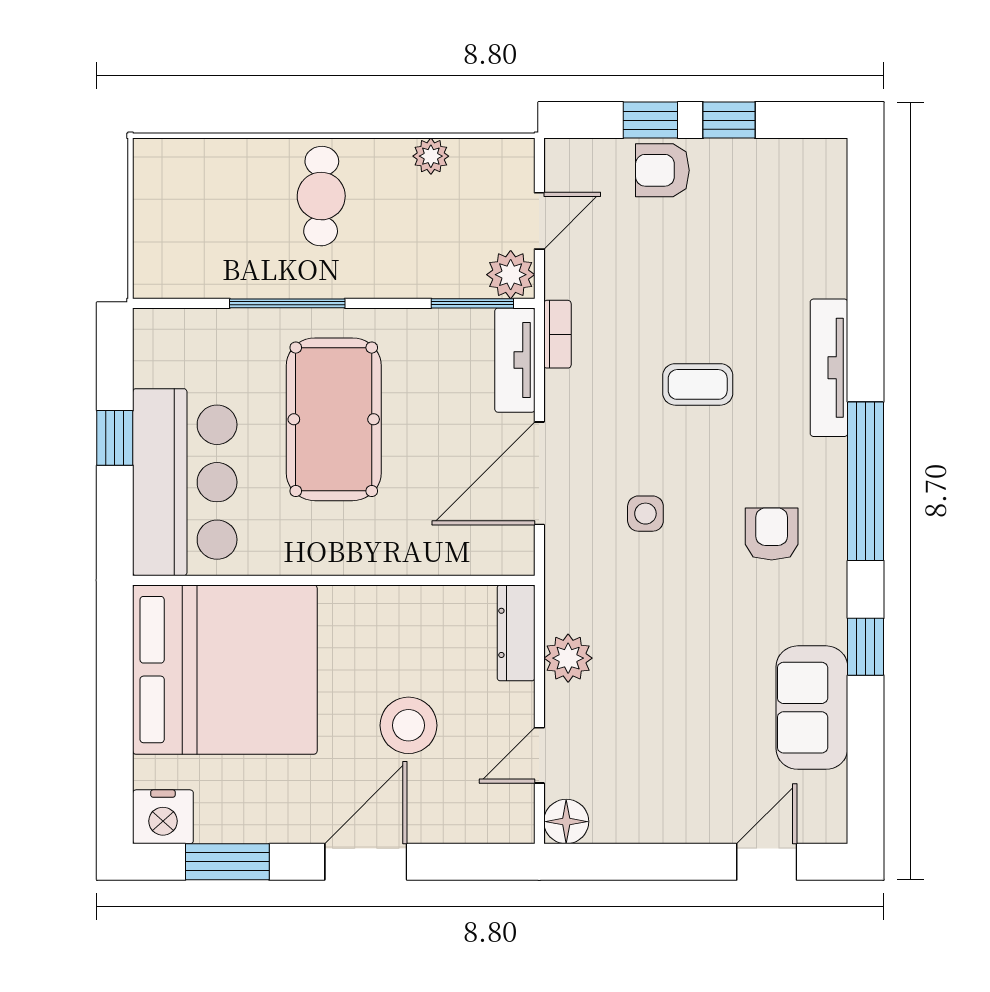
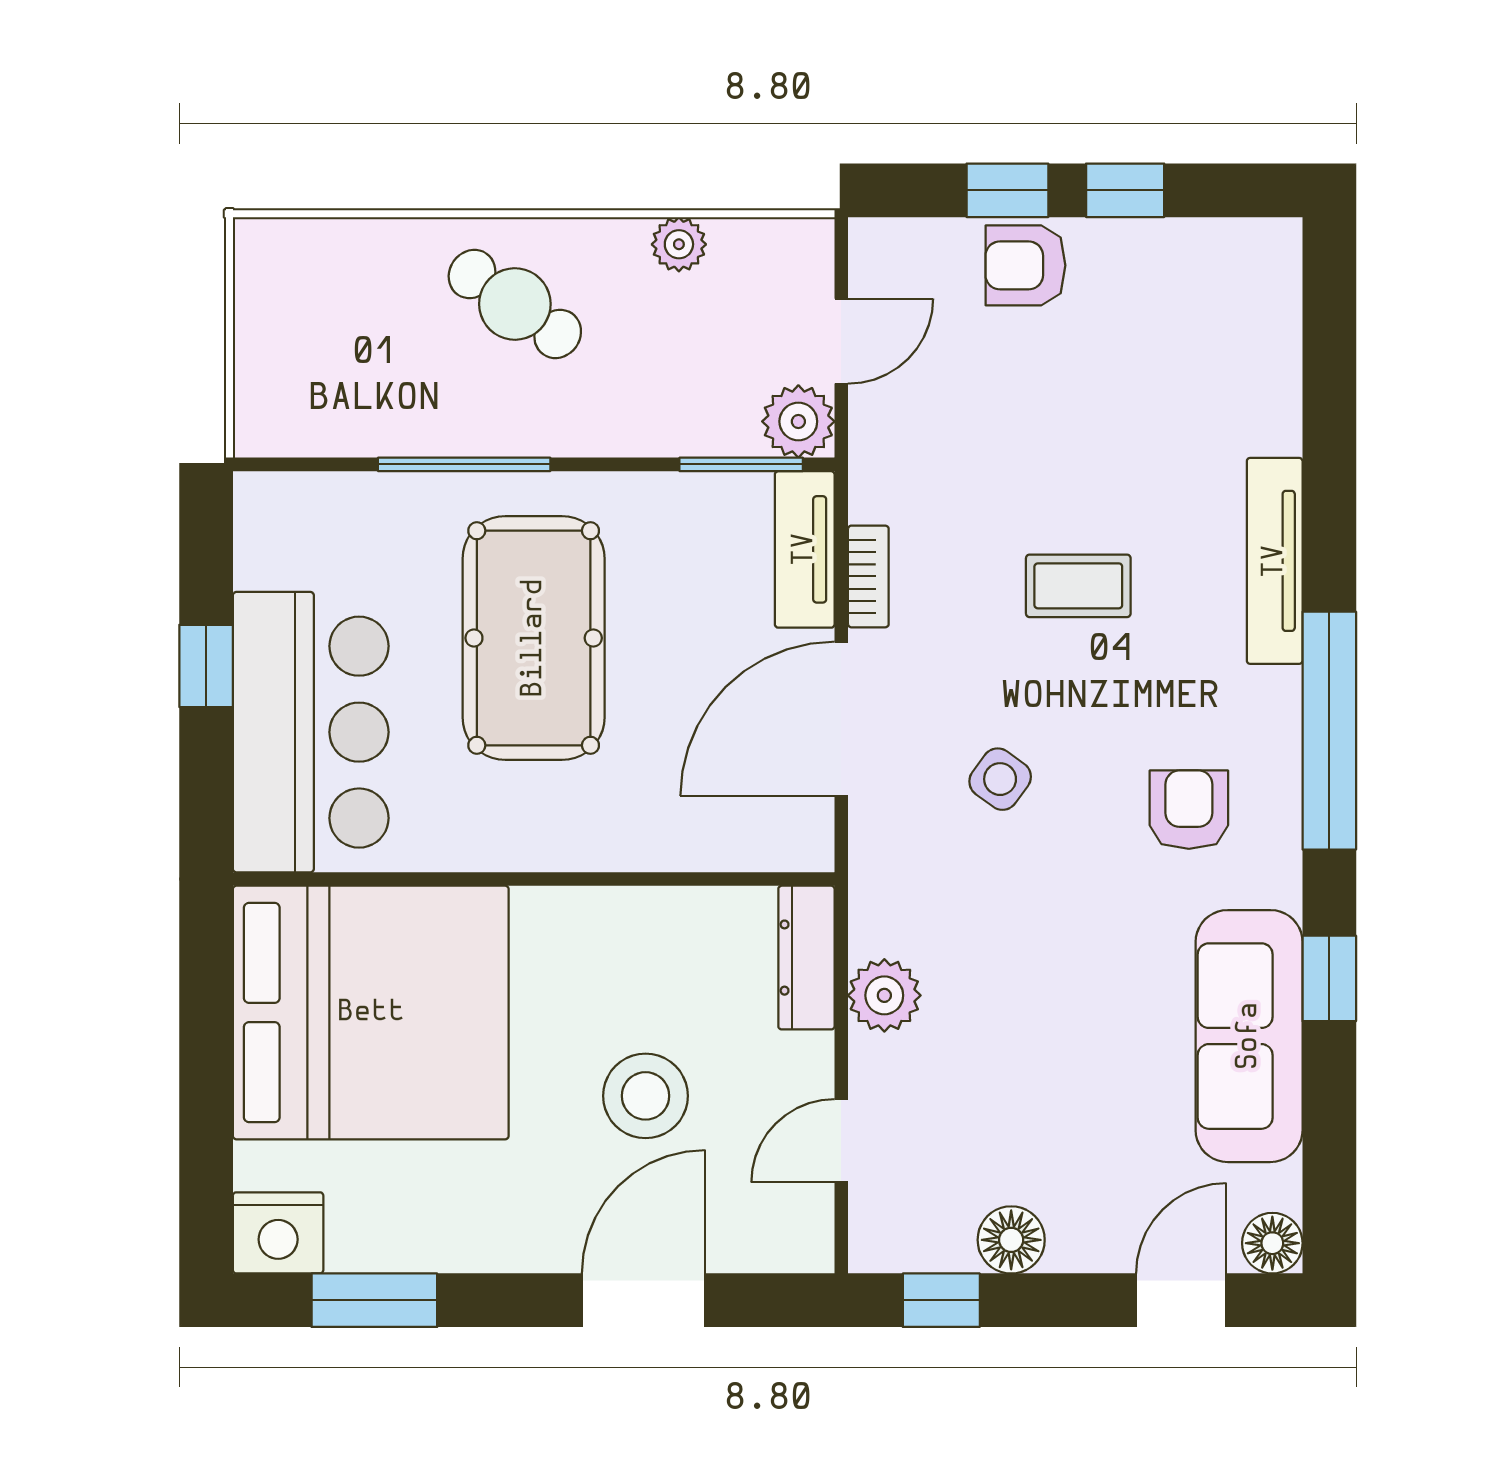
cafe table: (321, 196) -> (515, 304), turned -56
bookcase: (557, 334) -> (868, 576), moved
side table: (645, 514) -> (1000, 779), turned 36
sofa: (812, 708) -> (1249, 1036), width x1.36
floor lamp: (566, 822) -> (1011, 1240), moved
floor lamp: (827, 824) -> (1272, 1243), added
door: (366, 862) -> (644, 1300), moved
window: (606, 862) -> (941, 1300), added

